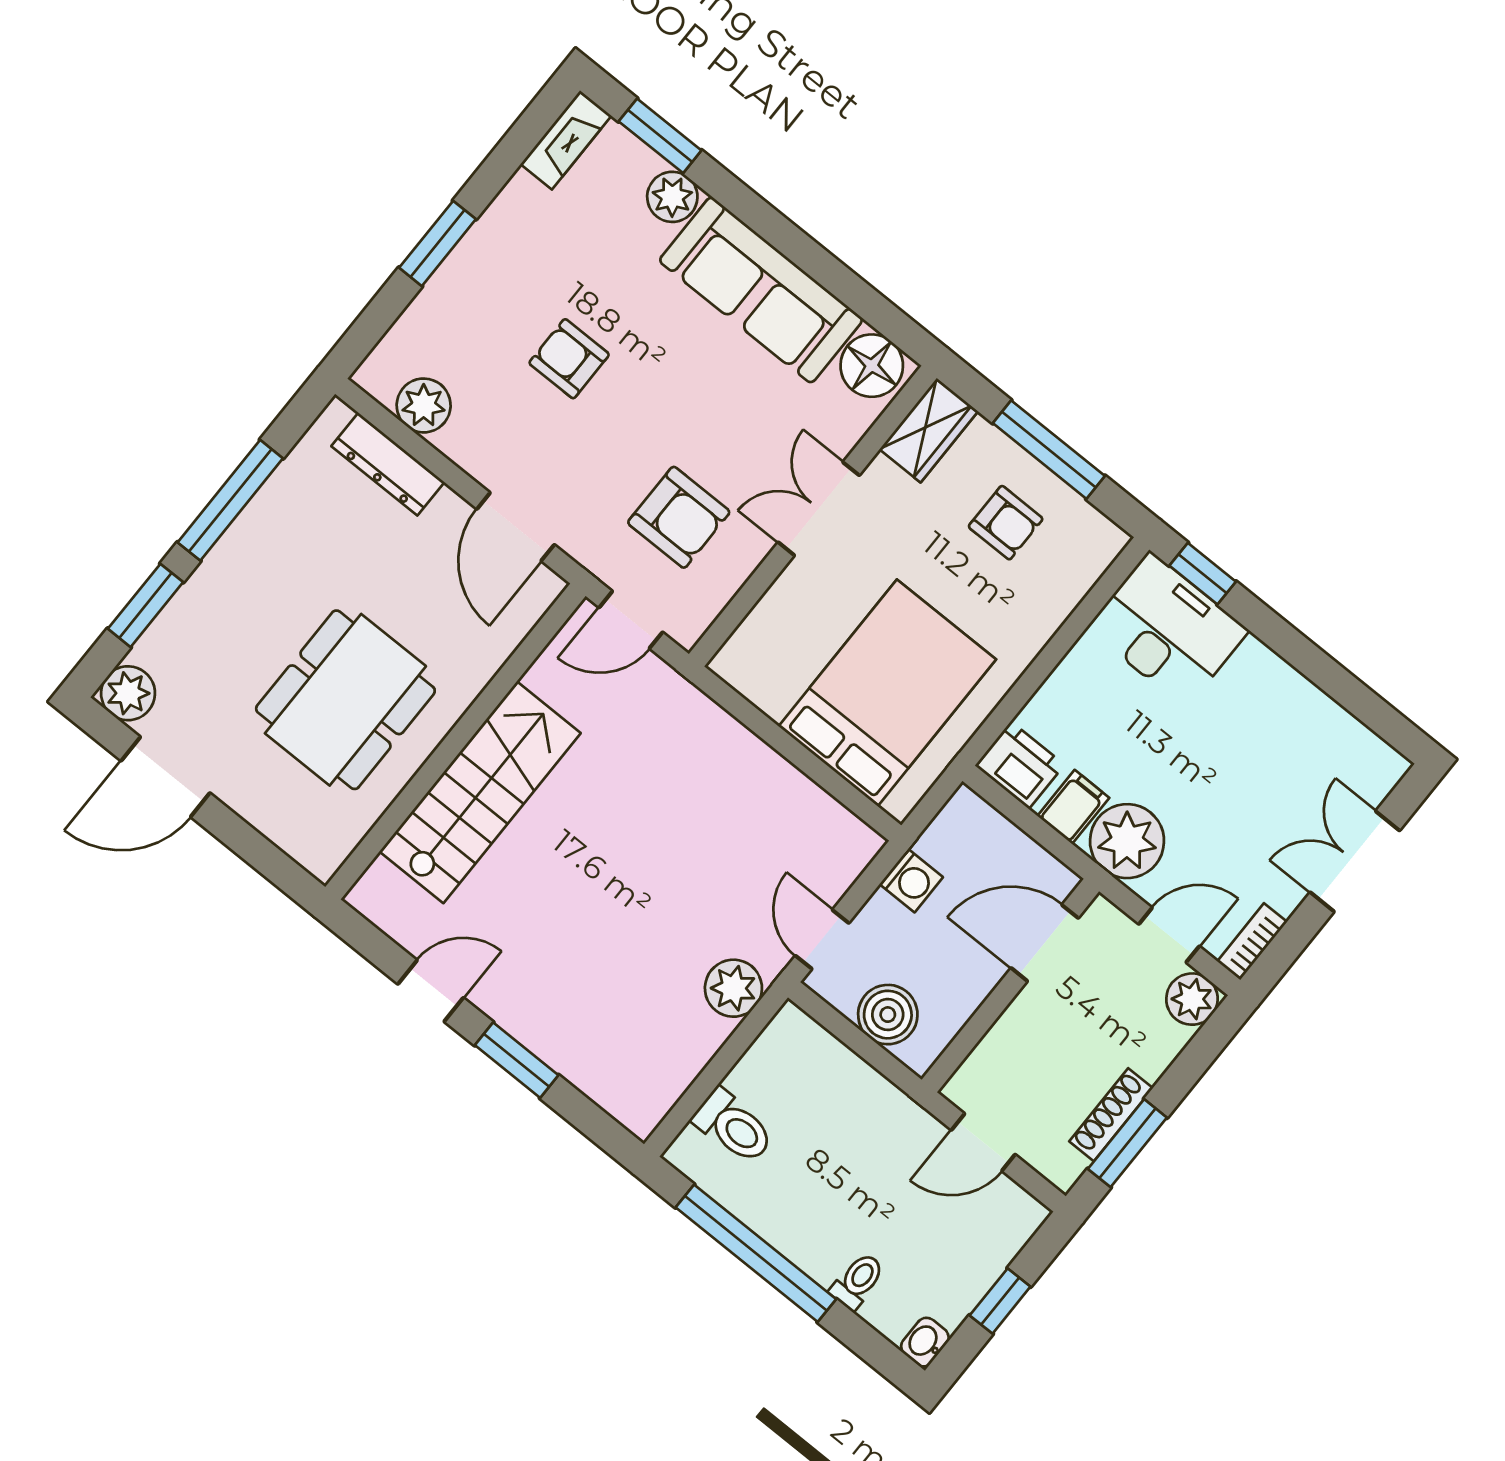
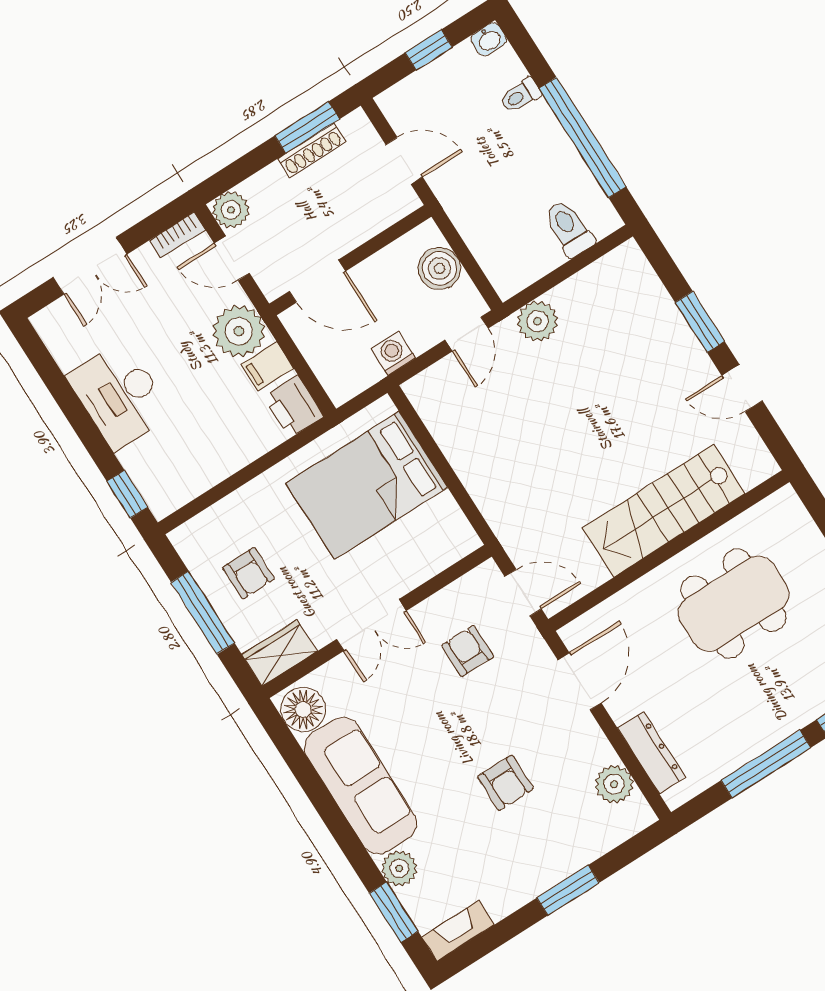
armchair: (679, 517) -> (468, 651), width x0.72, depth x0.72
armchair: (1006, 523) -> (248, 573), turned 180
desk: (1168, 629) -> (119, 395), moved

